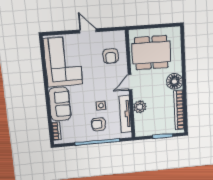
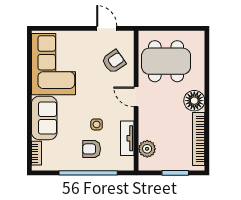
door: (88, 31) -> (107, 28), moved
armchair: (111, 56) -> (114, 62), turned -125
door: (130, 82) -> (136, 97), hinge flipped
plant: (140, 107) -> (147, 149), moved
tv unit: (125, 114) -> (127, 138), width x0.71

